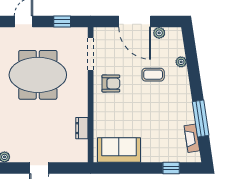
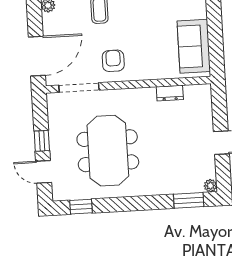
window: (62, 21) -> (42, 141), moved
door: (135, 21) -> (37, 56), moved

